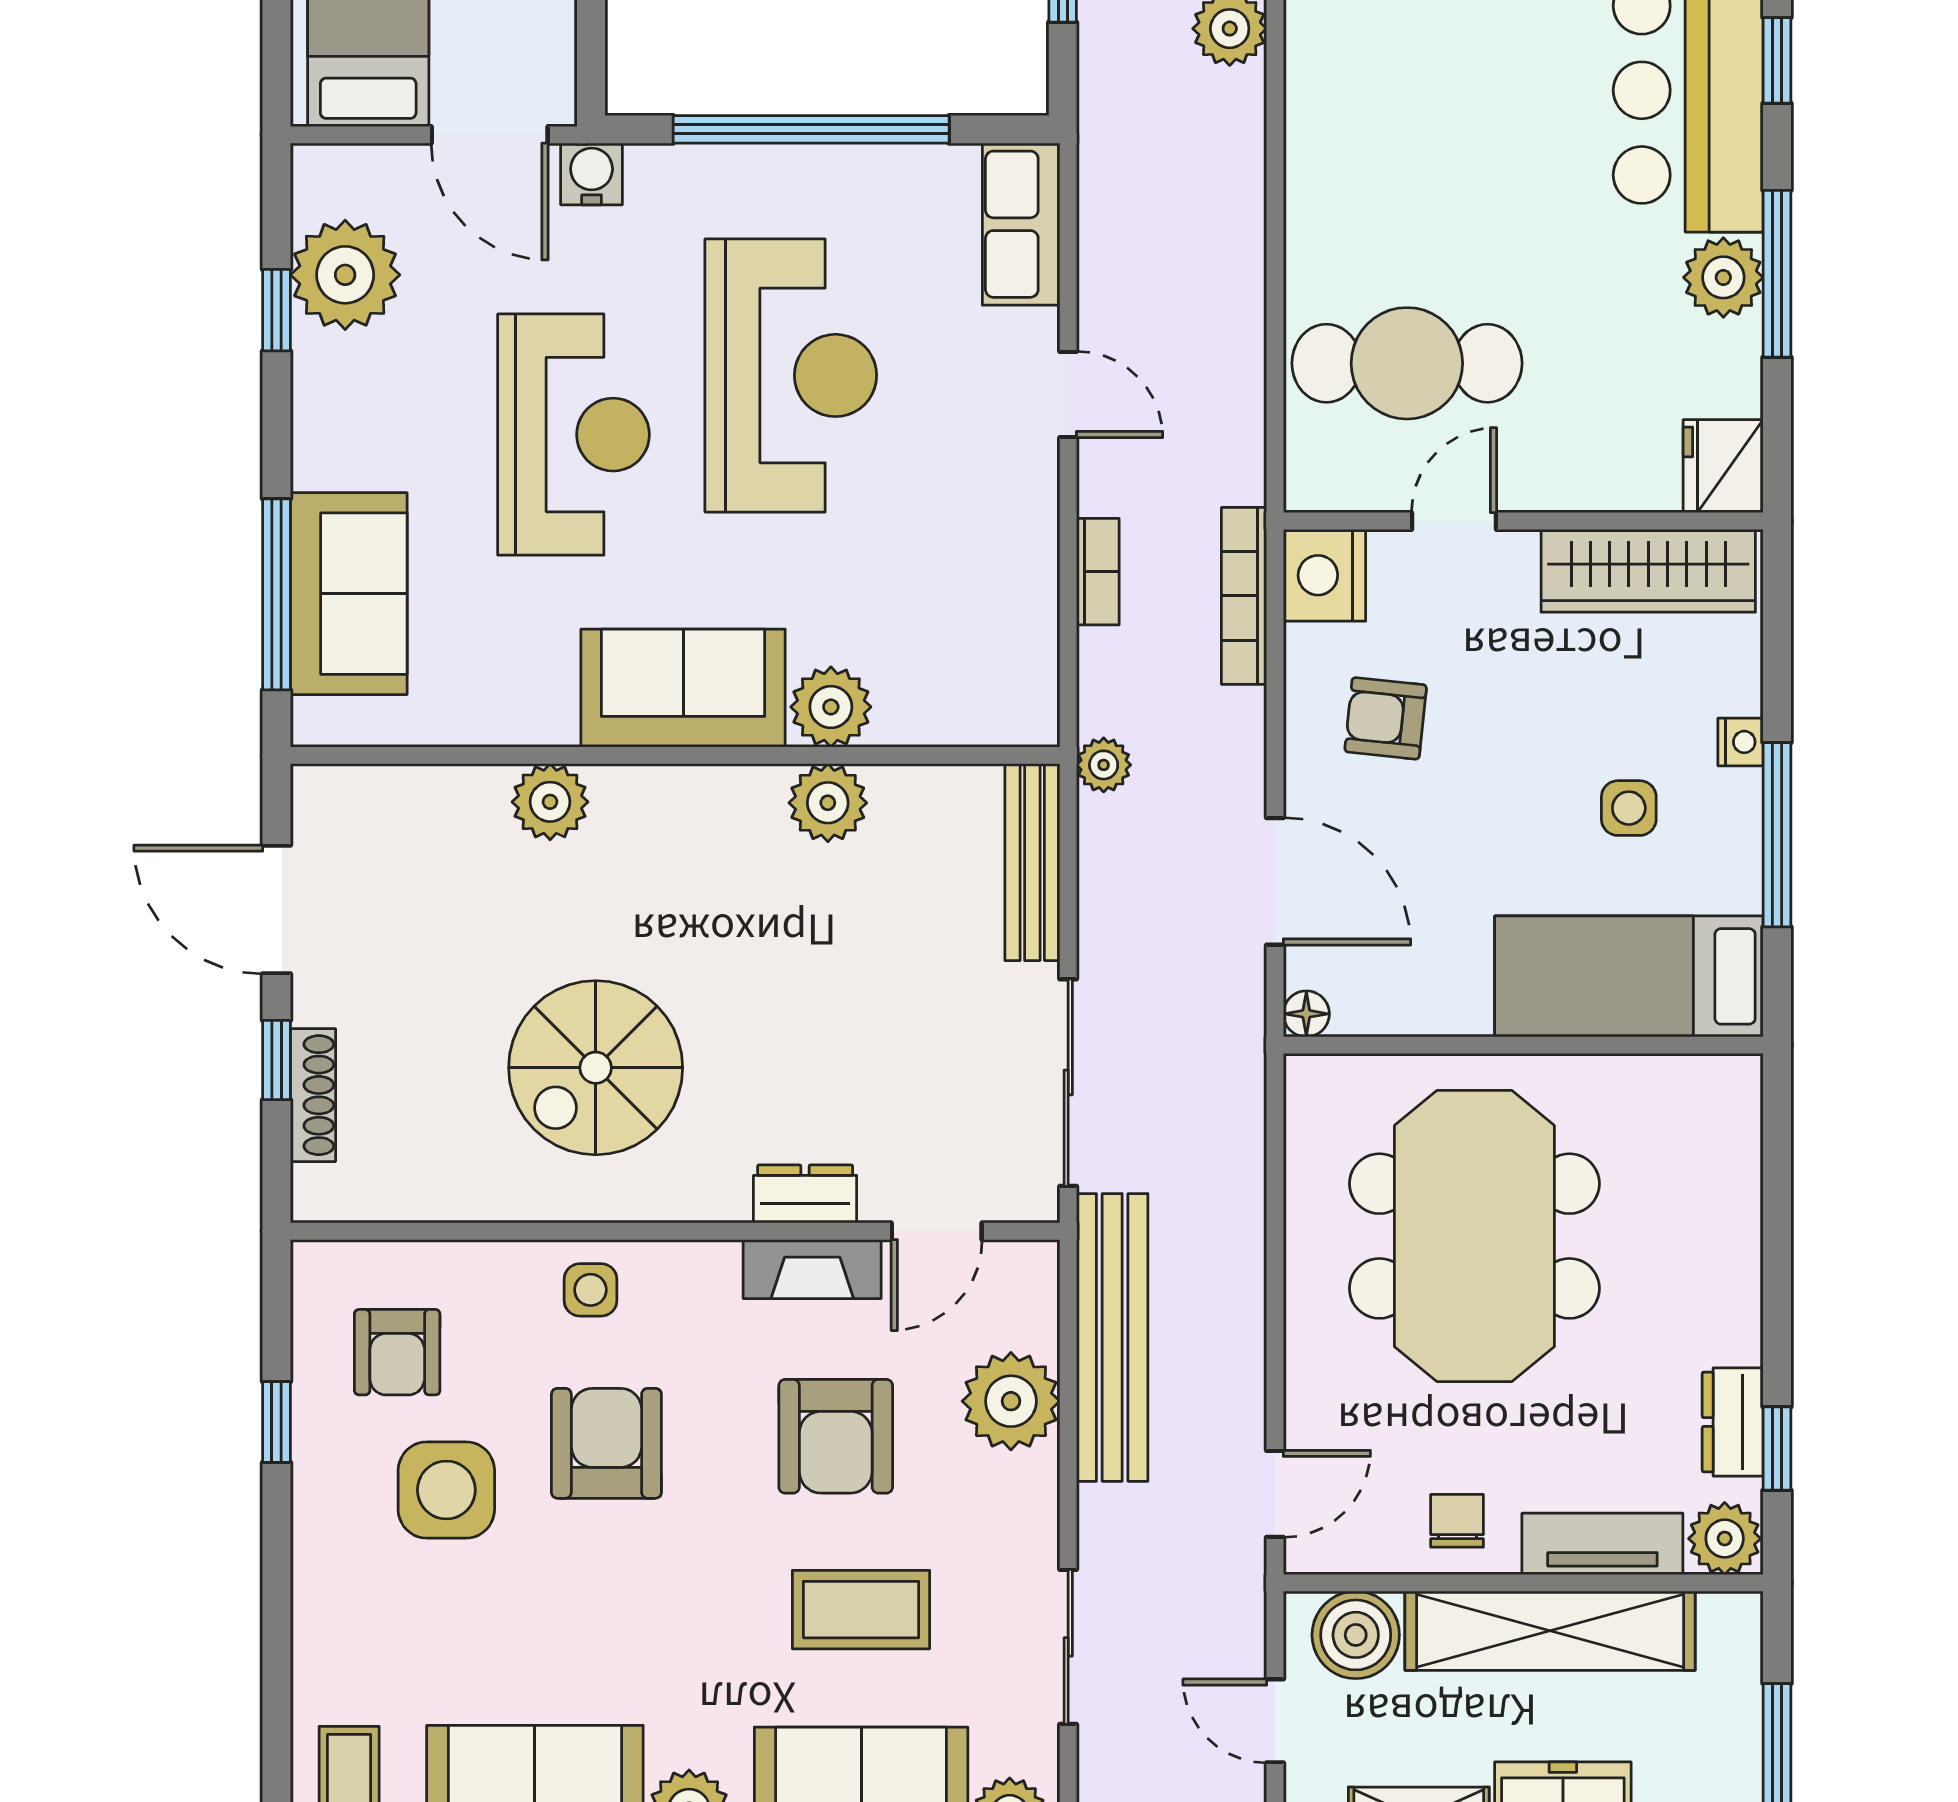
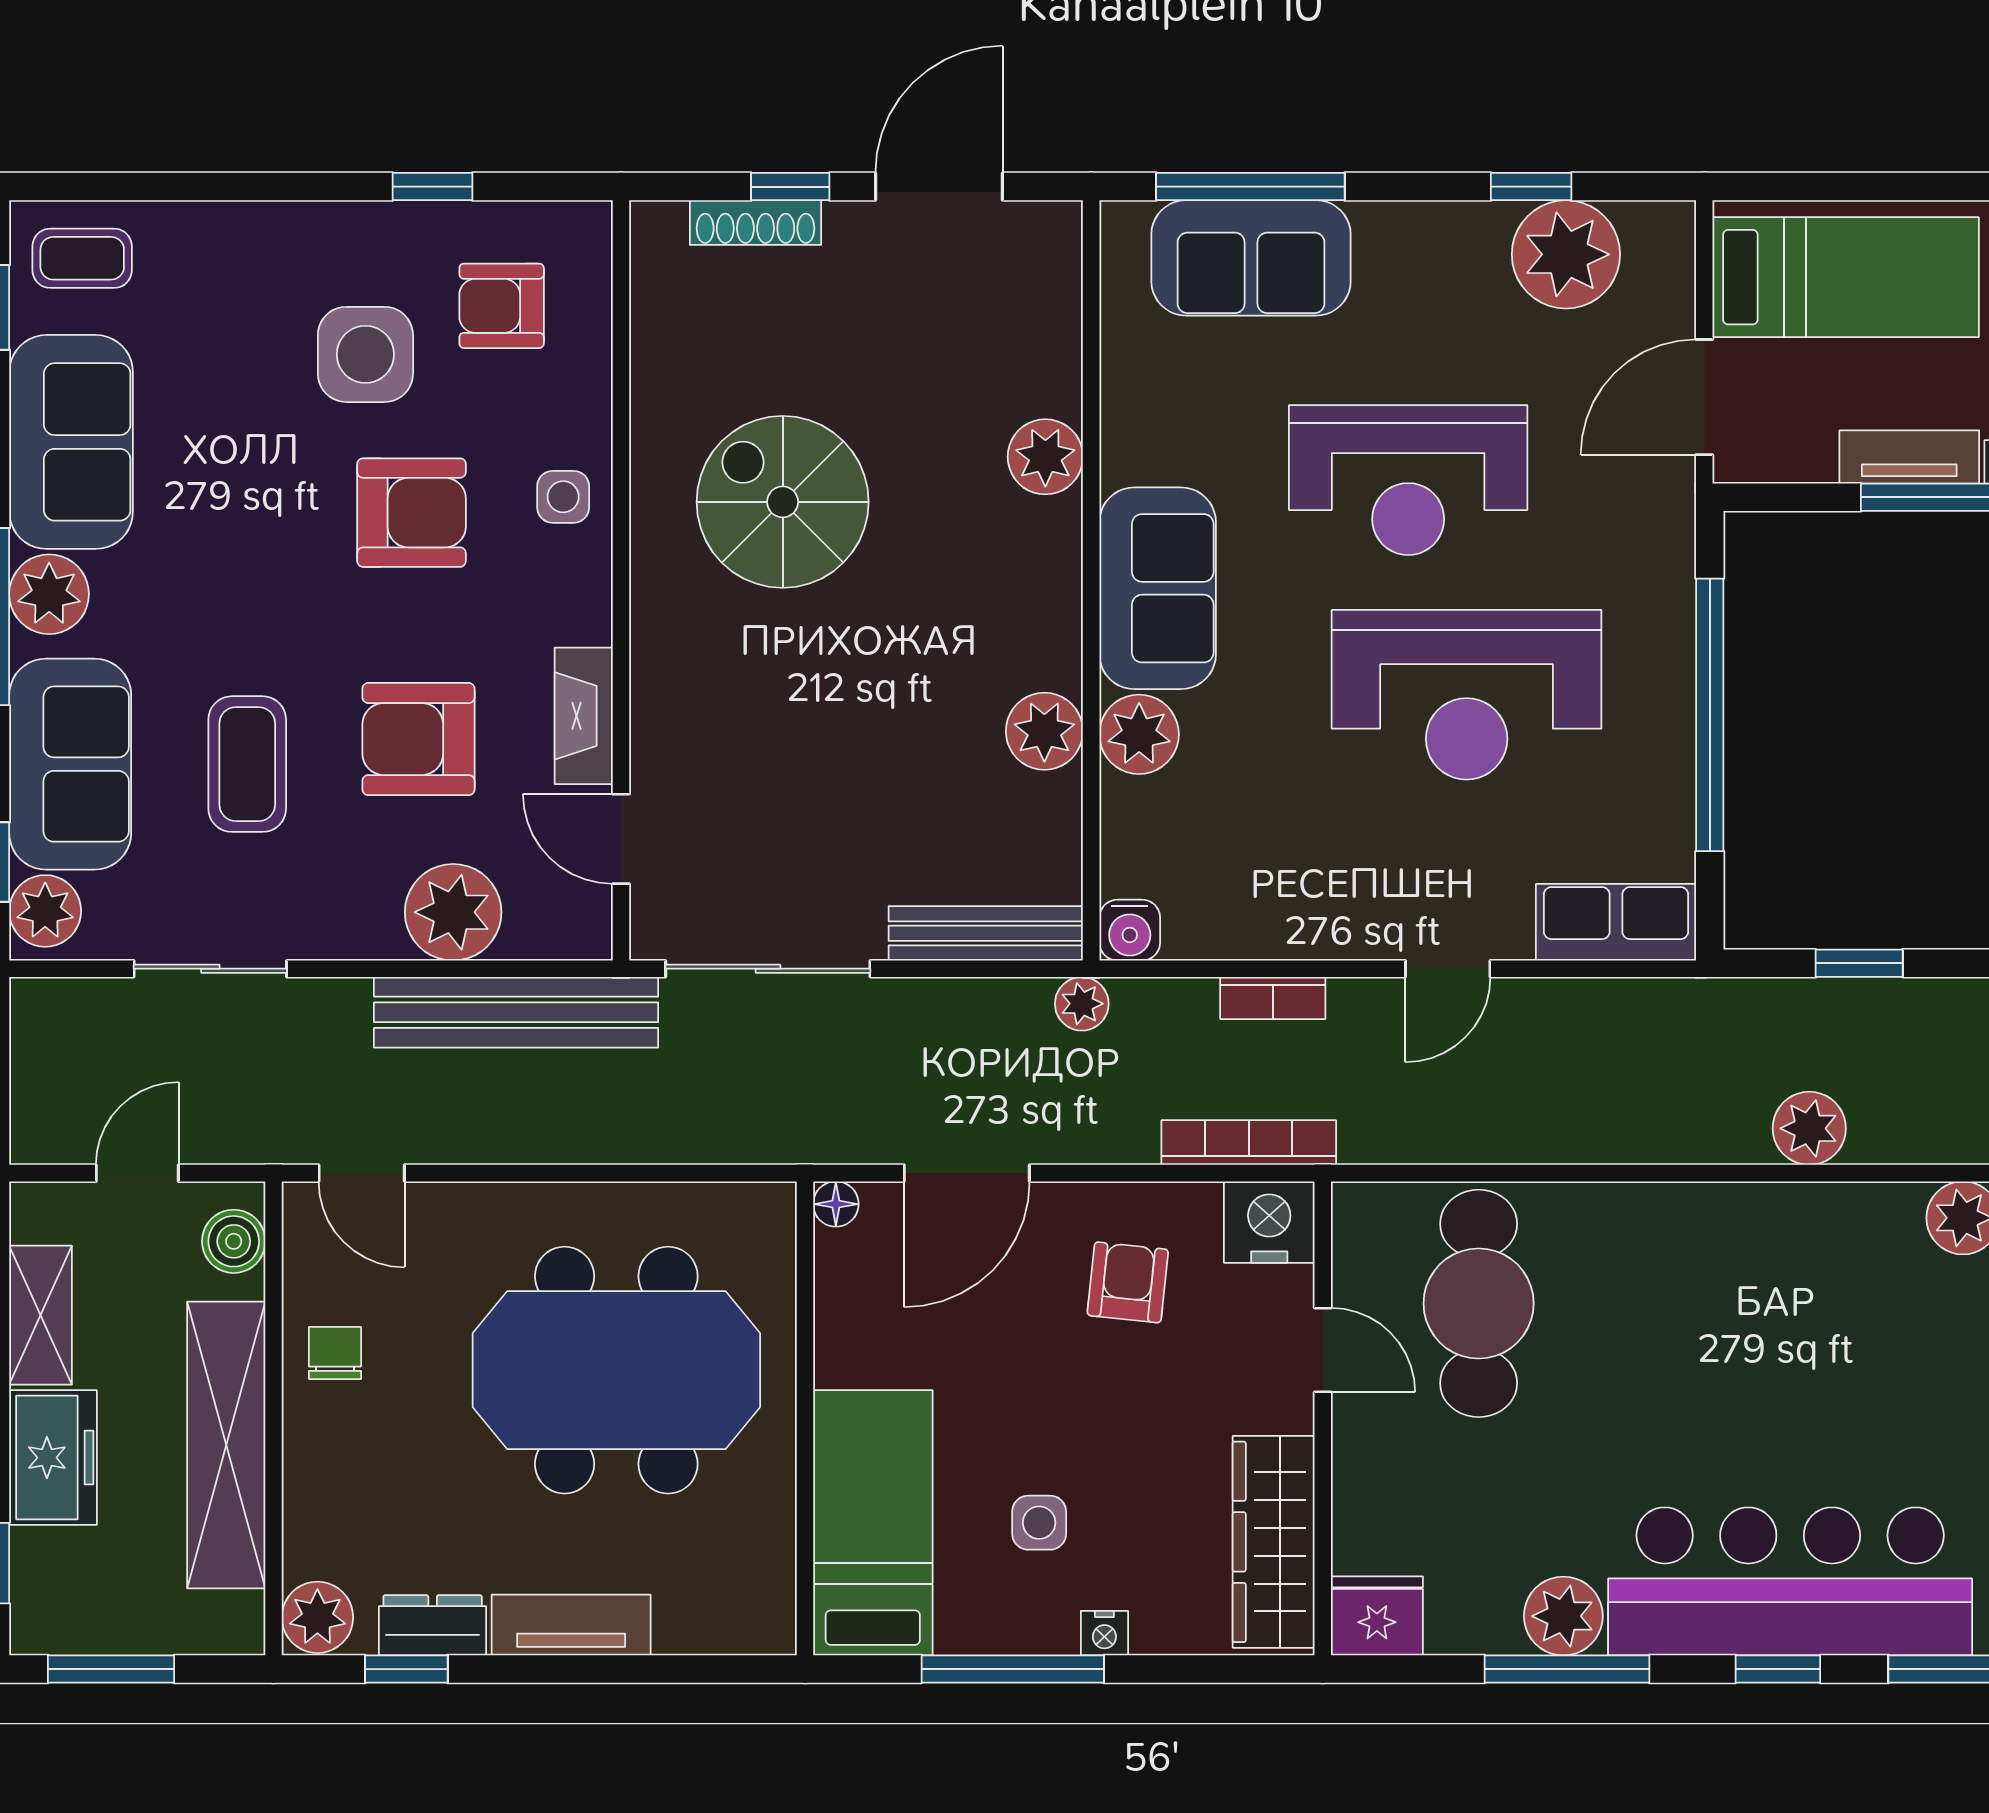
water cooler: (592, 174) -> (1130, 930), moved, turned 90
dresser: (805, 1194) -> (658, 709), removed
chair: (1457, 1521) -> (335, 1353), turned -90
tv unit: (1602, 1544) -> (571, 1625), moved, turned -90
boiler: (1356, 1635) -> (234, 1241), width x0.73, depth x0.73

